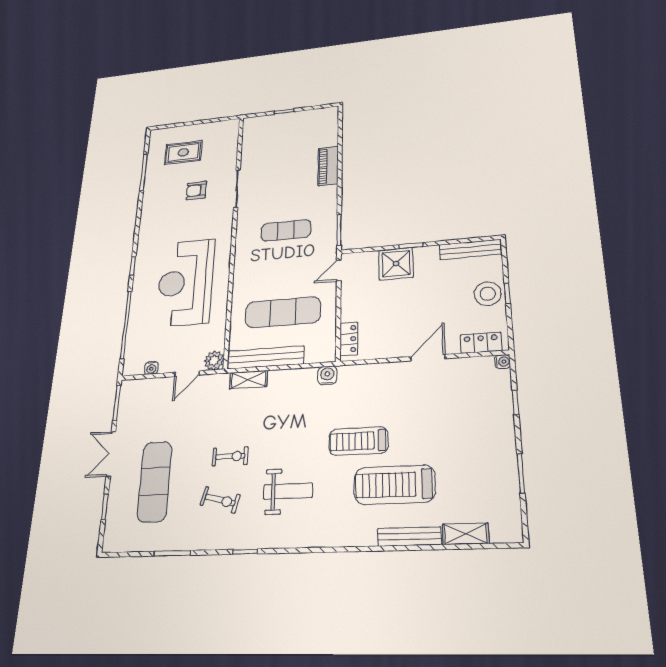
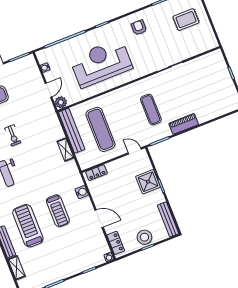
rug: (183, 152) -> (186, 20), turned 90
piano: (328, 166) -> (184, 124), moved
armchair: (196, 190) -> (139, 28), moved
door: (187, 374) -> (48, 90), swing flipped
water cooler: (327, 375) -> (82, 192), moved
shelving: (248, 380) -> (65, 150), moved
treadmill: (358, 441) -> (58, 211), moved, turned 180

